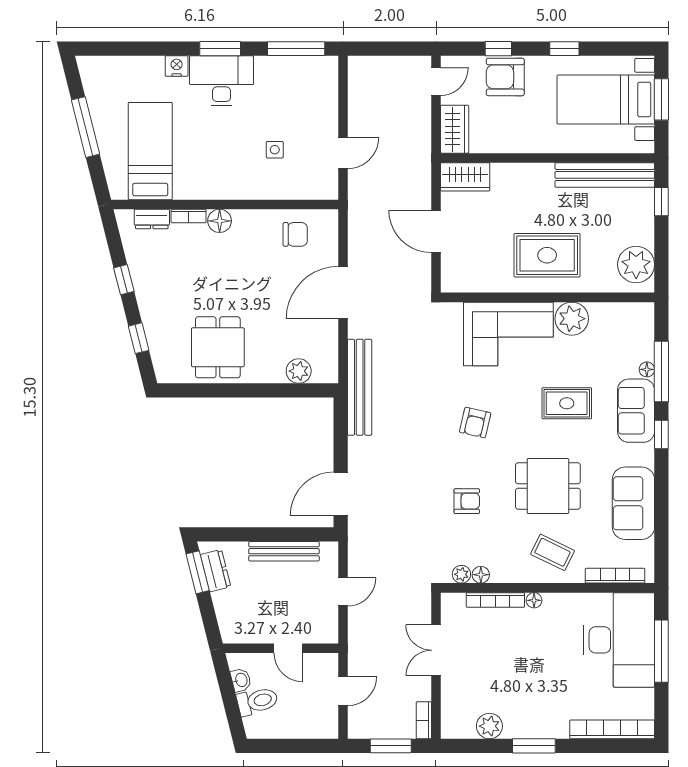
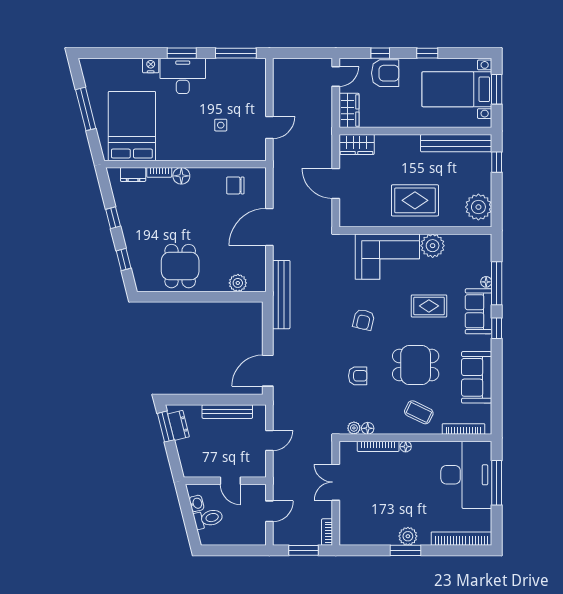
armchair: (505, 77) -> (385, 73), turned 180
bed: (150, 151) -> (132, 126), width x1.50
chair: (295, 234) -> (235, 185), turned 180
plant: (489, 726) -> (408, 536), moved

